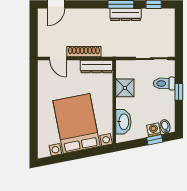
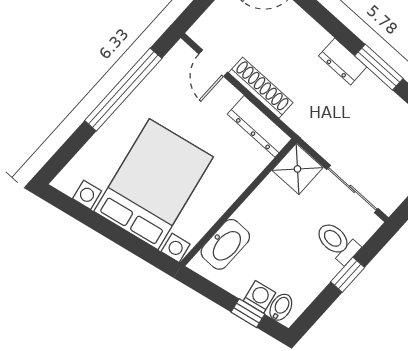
dresser: (126, 15) -> (343, 61), moved, width x0.70
shower: (125, 88) -> (297, 169), moved
window: (34, 99) -> (123, 89), added

